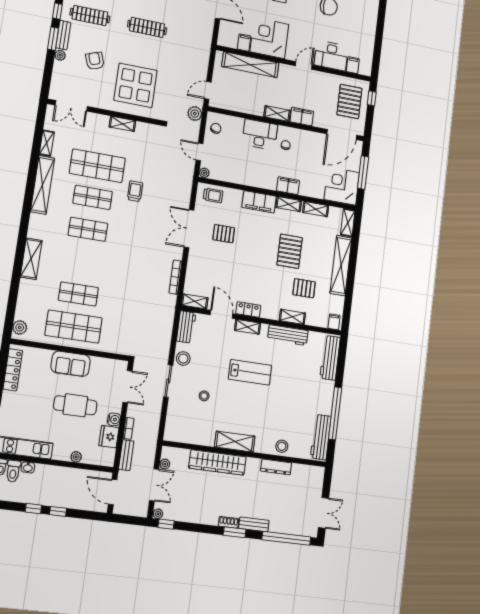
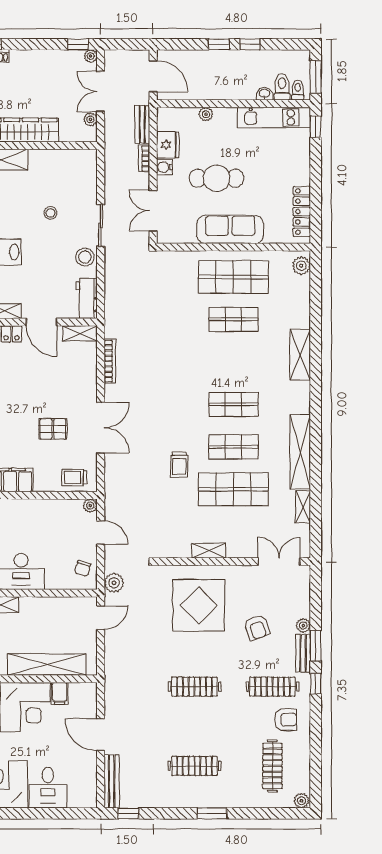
sofa: (71, 364) -> (230, 229), width x1.36

